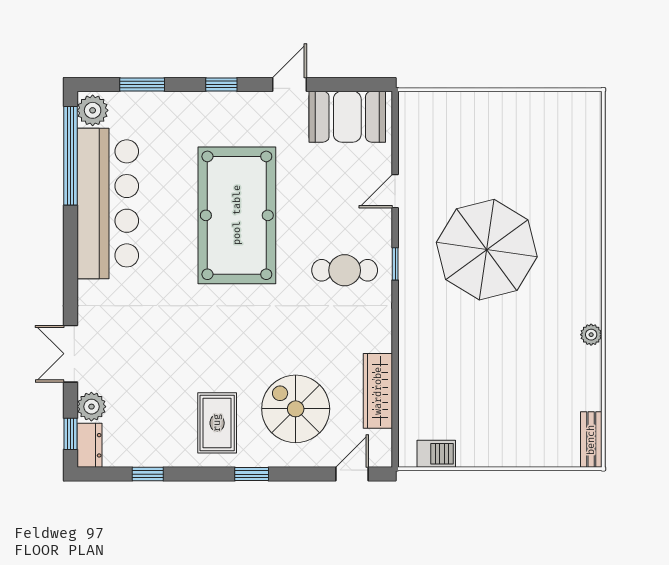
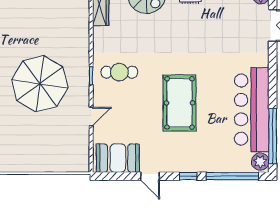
window: (142, 84) -> (232, 176), width x2.11
door: (289, 84) -> (150, 176), hinge flipped
pool table: (237, 215) -> (180, 103), width x0.73, depth x0.76

